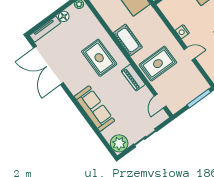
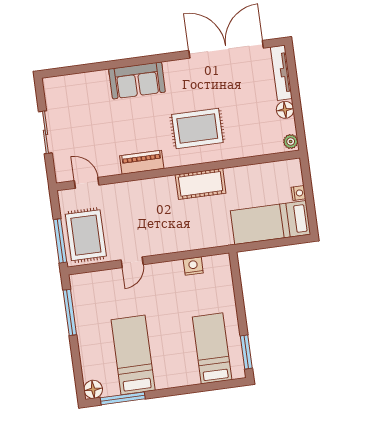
nightstand: (182, 32) -> (193, 266), moved
rug: (158, 64) -> (86, 235), moved
sofa: (94, 109) -> (137, 80), width x0.73
plant: (119, 143) -> (58, 90), removed

